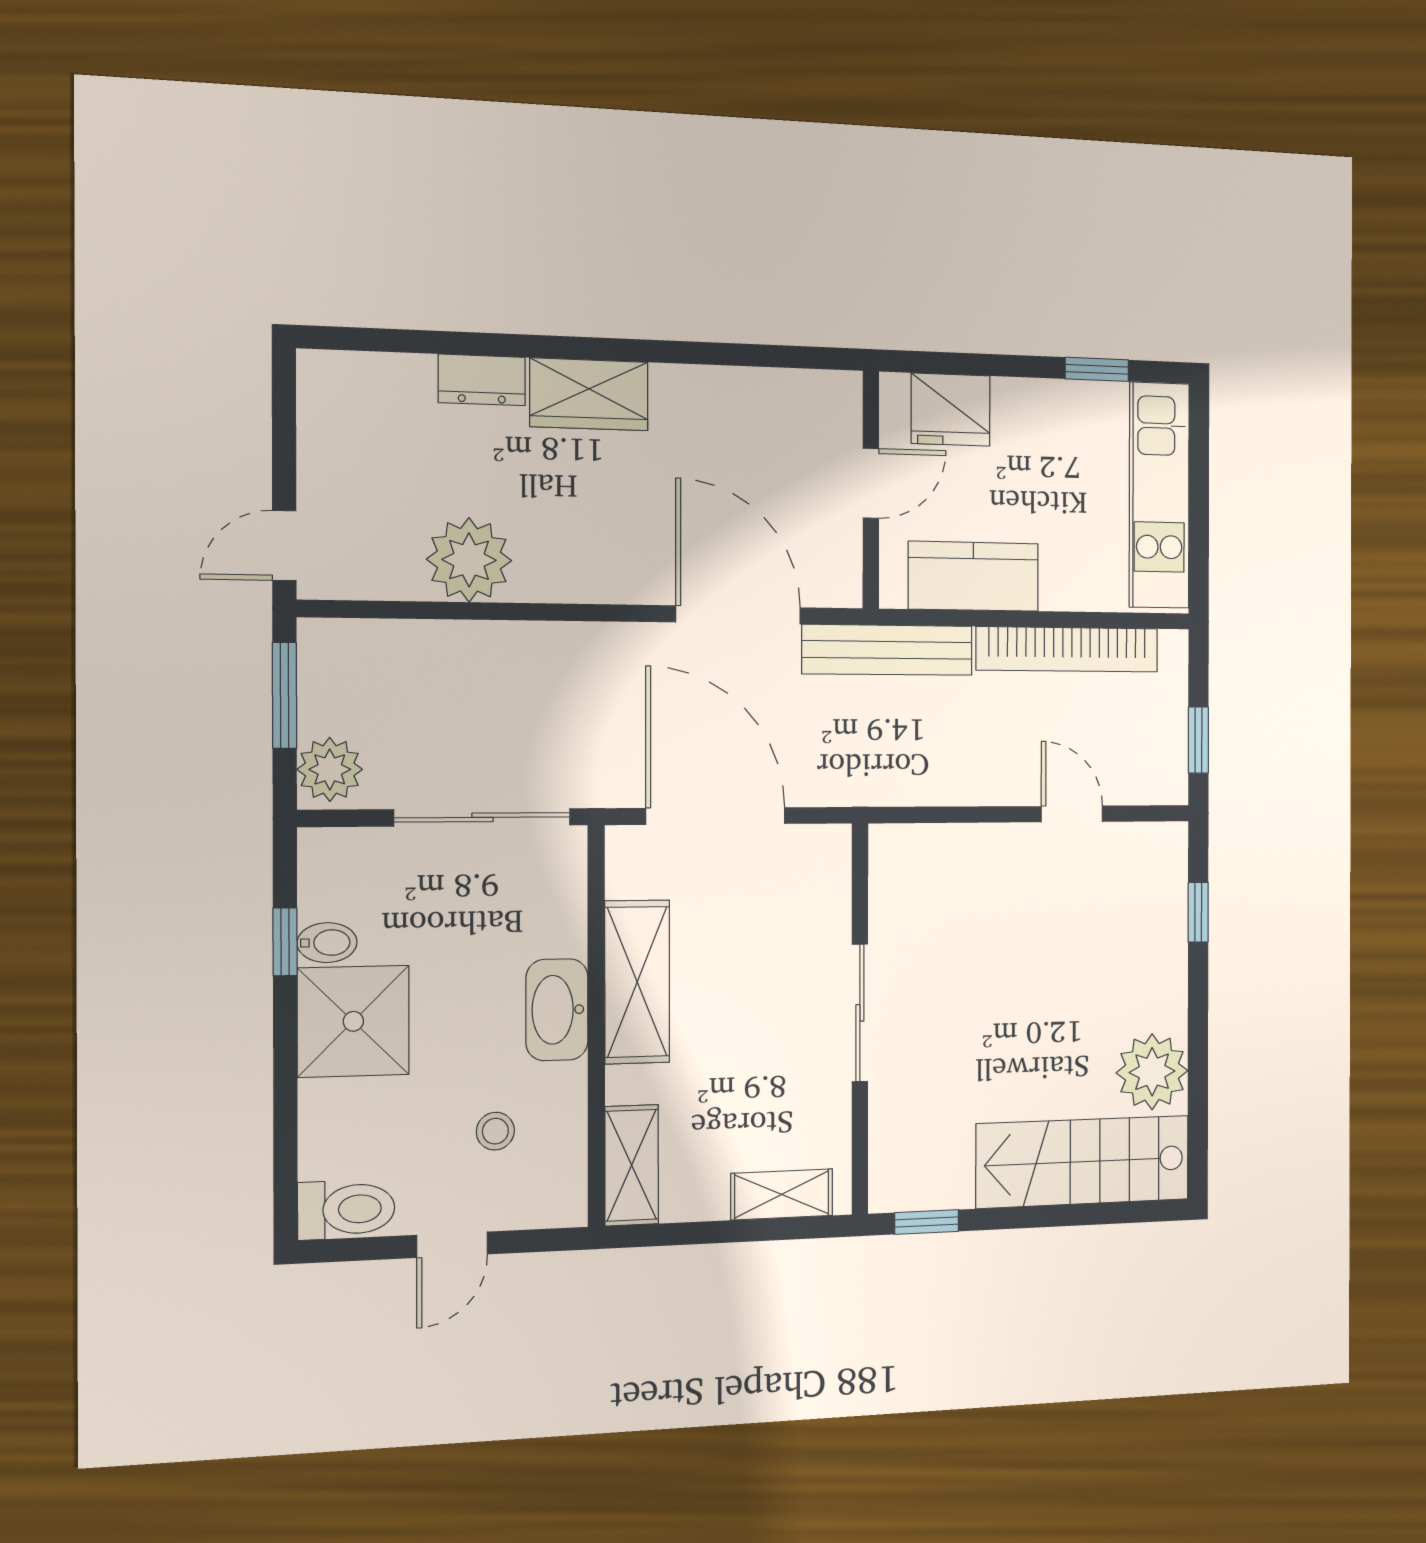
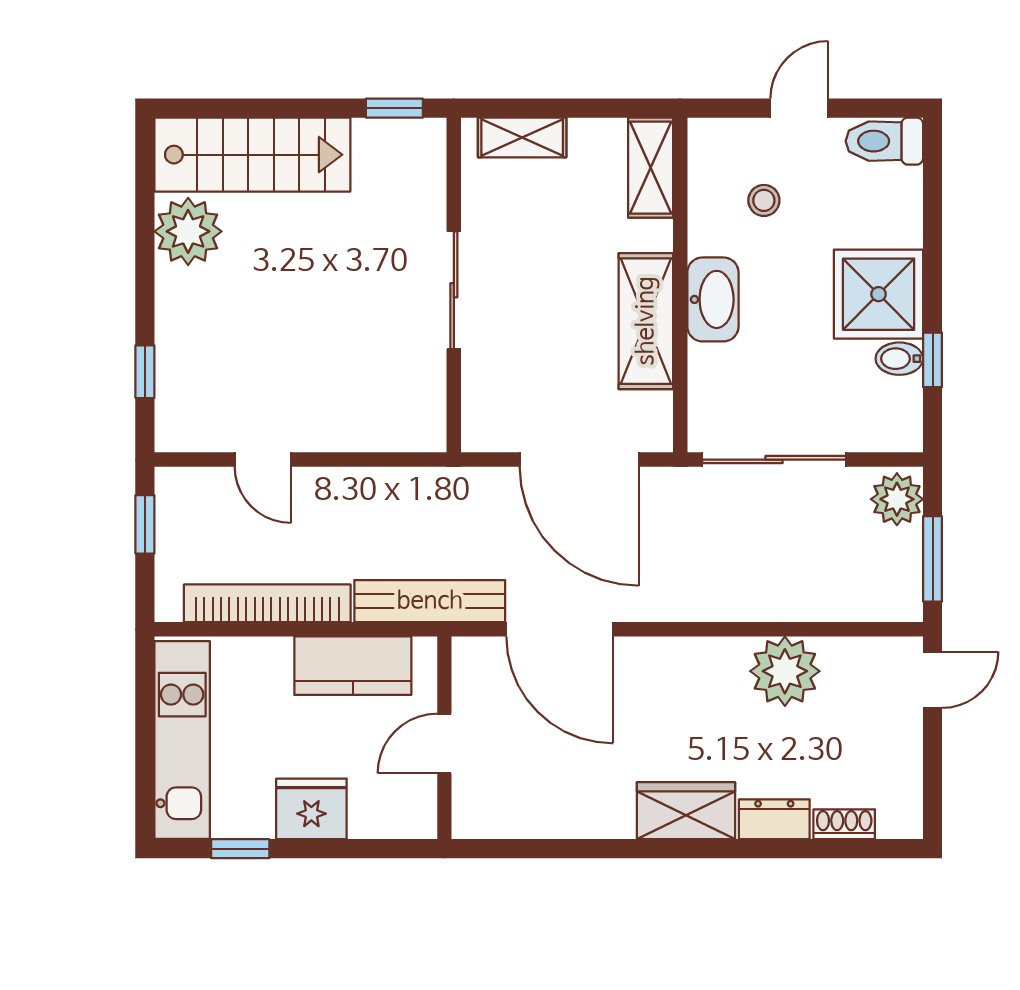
shoe rack: (395, 371) -> (844, 824), added
fridge: (951, 410) -> (311, 809), moved

